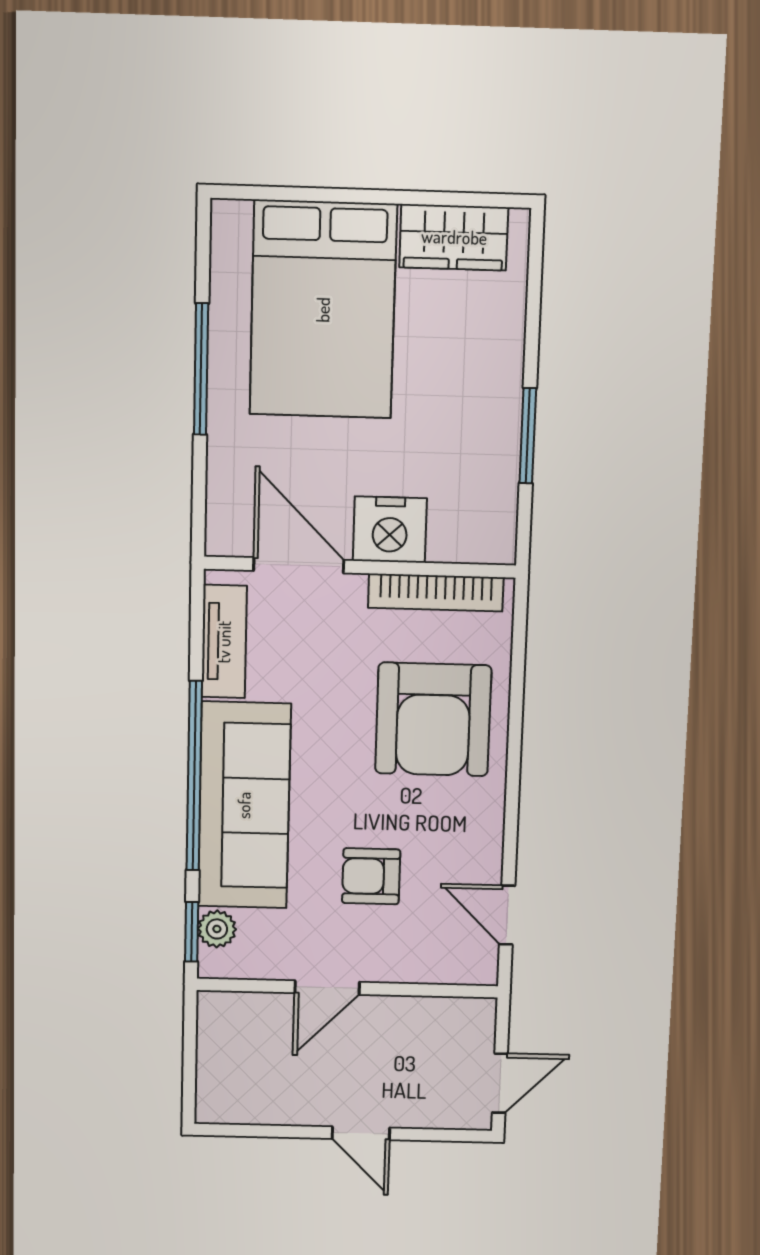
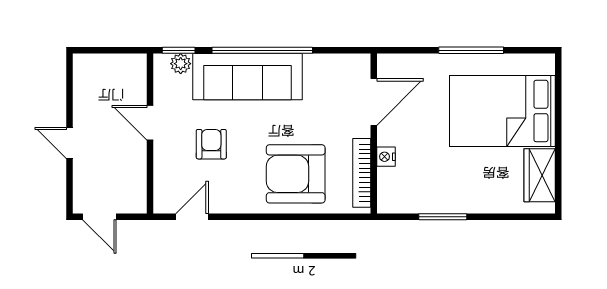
nightstand: (390, 530) -> (386, 157), width x0.53, depth x0.56
tv unit: (224, 642) -> (333, 65), removed
door: (361, 1133) -> (69, 143), hinge flipped

